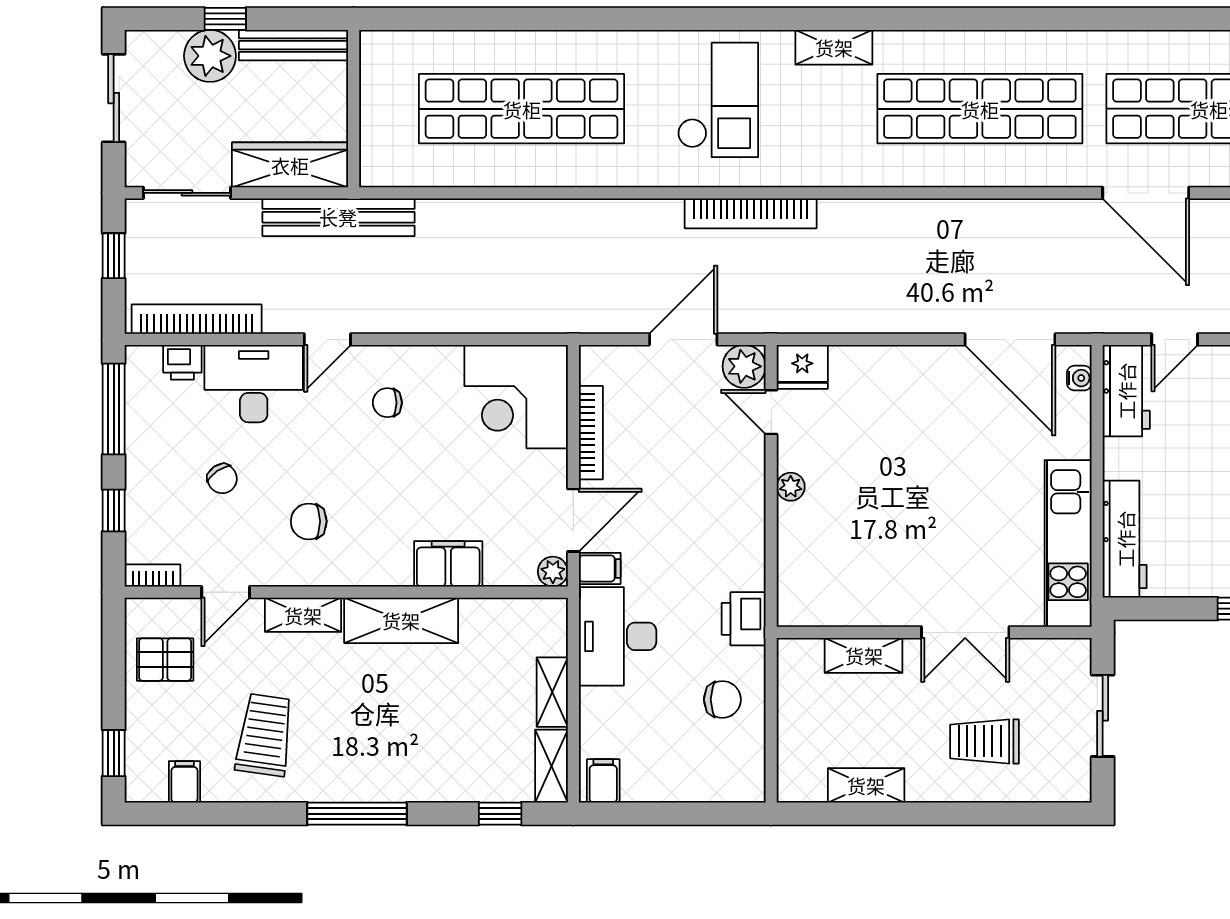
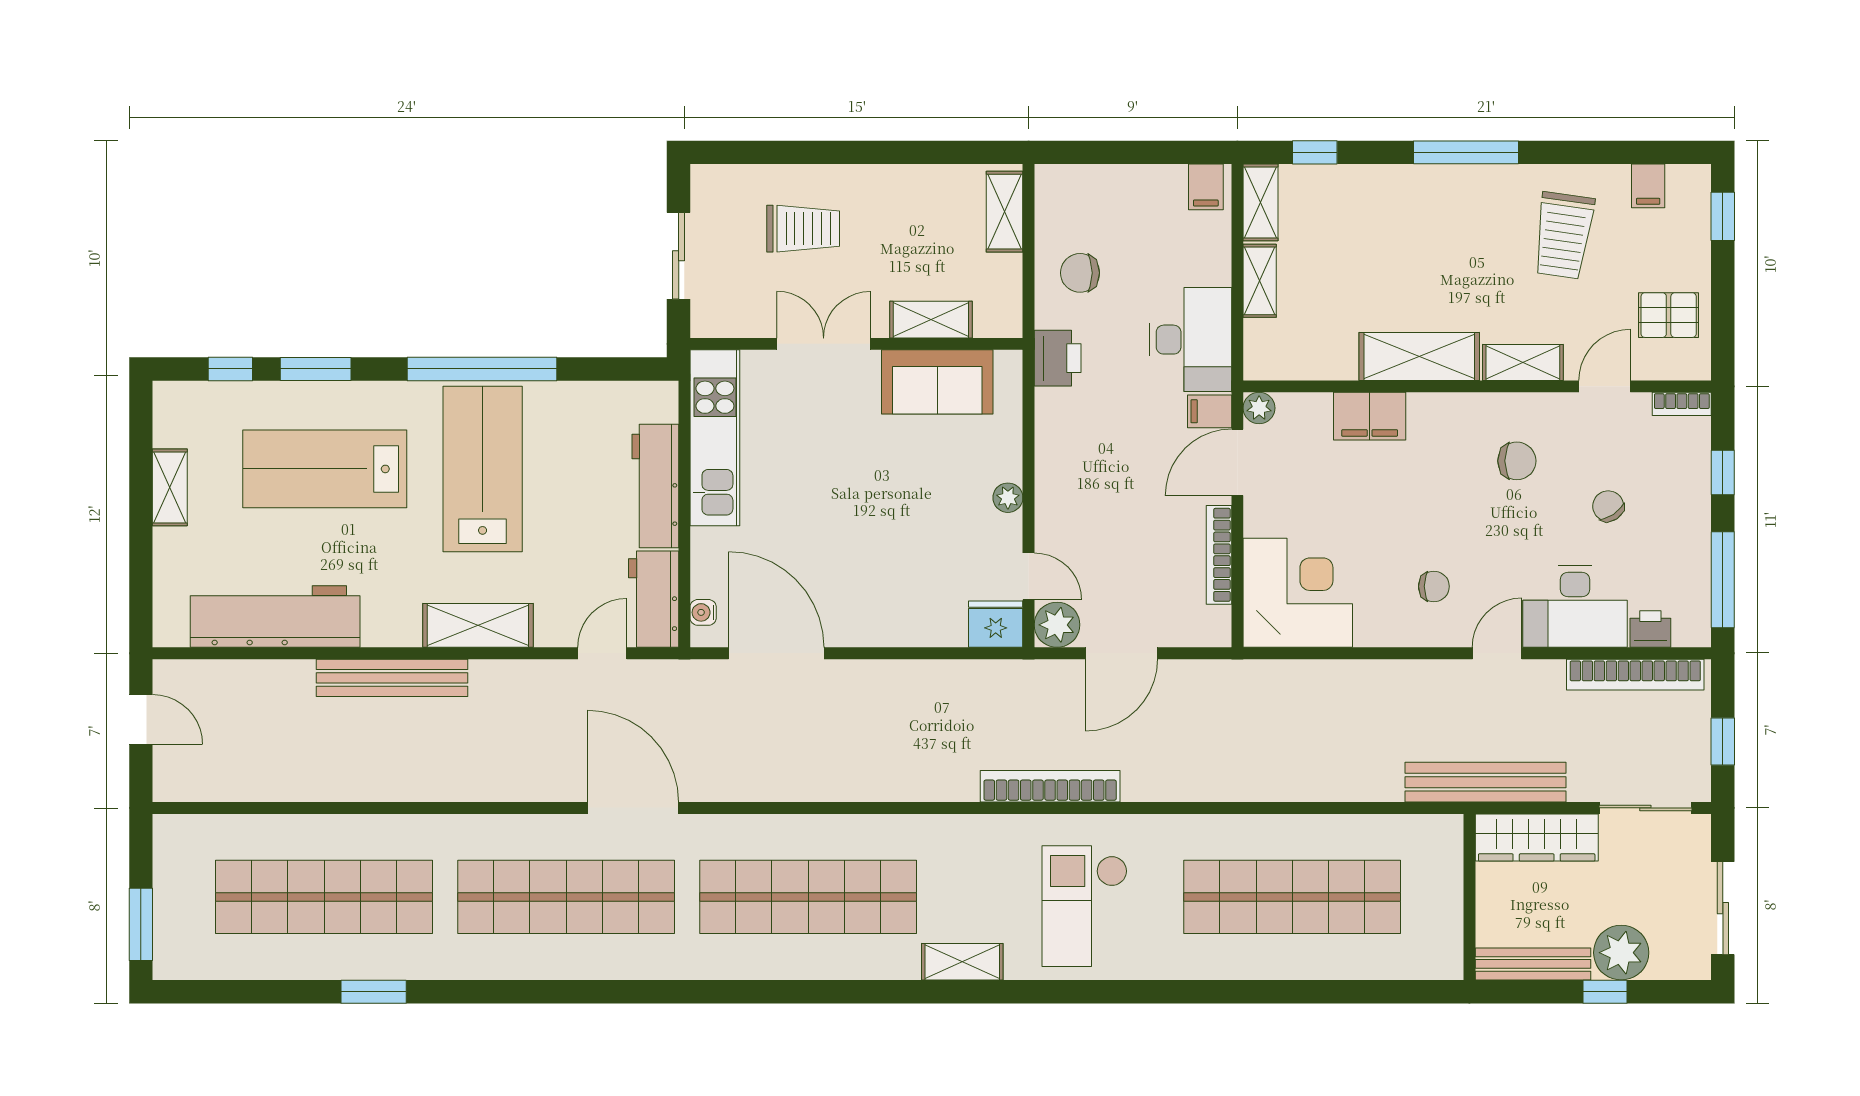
workbench: (1125, 539) -> (655, 486), moved
sofa: (858, 596) -> (937, 382), added
shelving: (866, 785) -> (1005, 212), moved, turned 90

